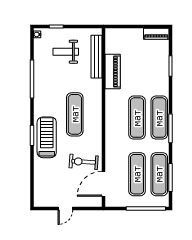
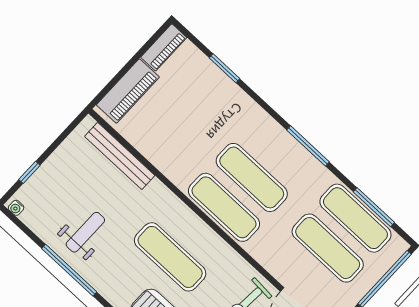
weight bench: (66, 52) -> (85, 232), moved, turned 180
piano: (113, 72) -> (128, 91), moved, turned 90
exercise mat: (159, 118) -> (224, 207), moved

